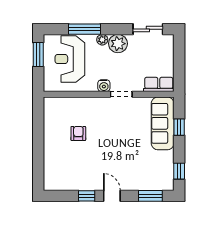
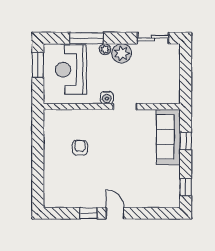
row of seats: (159, 84) -> (164, 96), removed
window: (150, 196) -> (156, 213), removed

